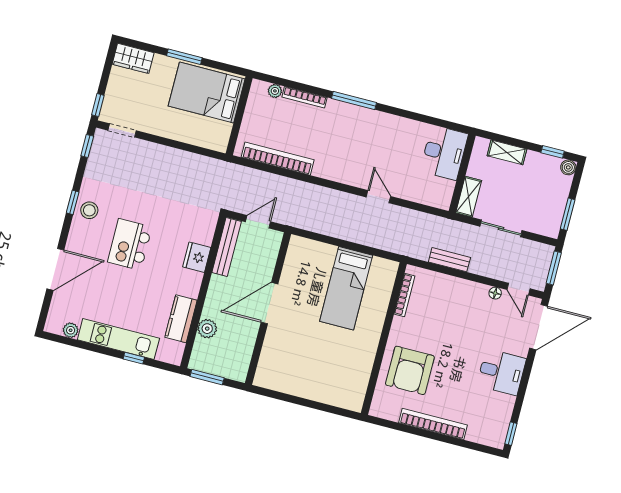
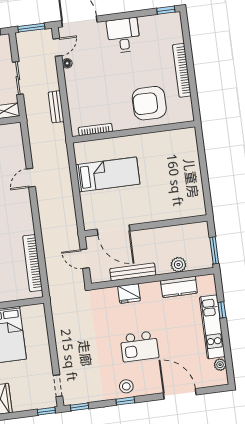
bench: (227, 247) -> (133, 272), moved
door: (269, 303) -> (114, 230), moved
armchair: (410, 370) -> (149, 103), turned 180

